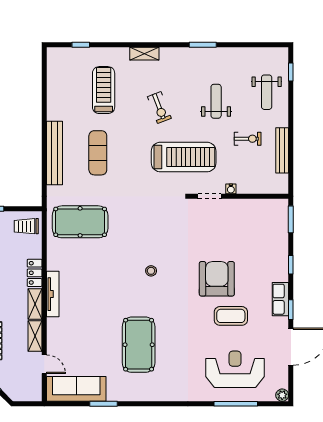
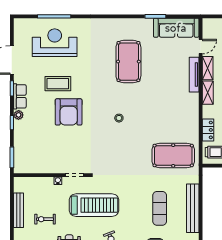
treadmill: (184, 157) -> (94, 205), turned 180
locker: (35, 273) -> (208, 130), moved
tv unit: (53, 294) -> (194, 75), moved
door: (44, 364) -> (201, 47), swing flipped
reception desk: (235, 369) -> (55, 43), turned 180
plant: (282, 395) -> (19, 115), moved

